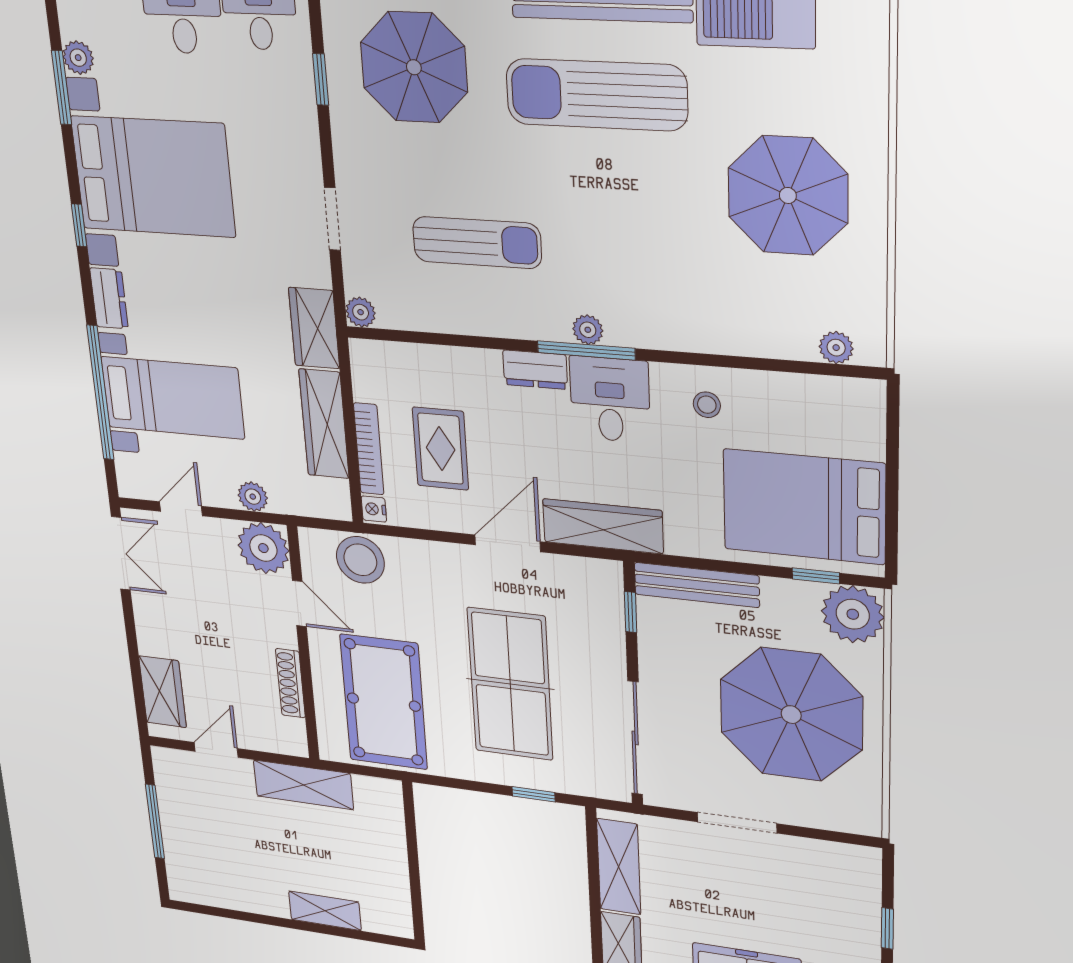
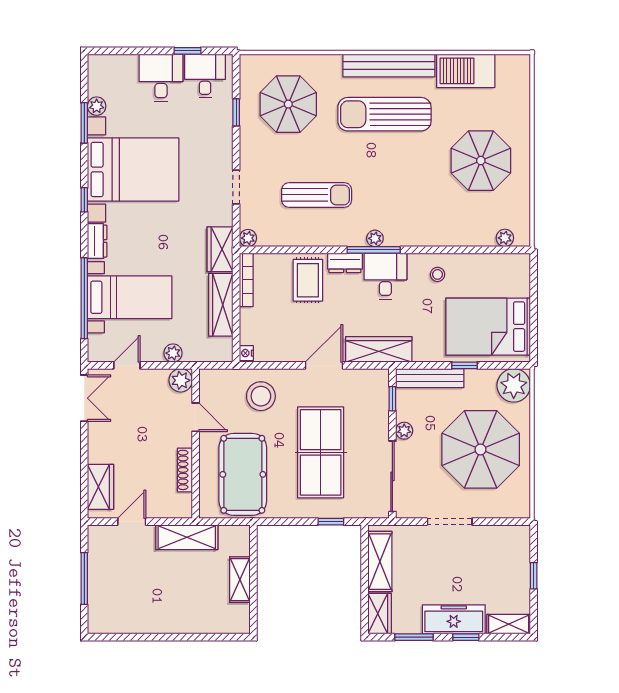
bookcase: (369, 449) -> (246, 280), moved
rug: (441, 449) -> (308, 280), moved
plant: (263, 548) -> (181, 380), width x0.73, depth x0.73
stool: (360, 560) -> (261, 396), moved
window: (816, 576) -> (464, 365), moved
plant: (653, 667) -> (404, 431), added
shelving: (325, 911) -> (240, 580), moved, turned 90

